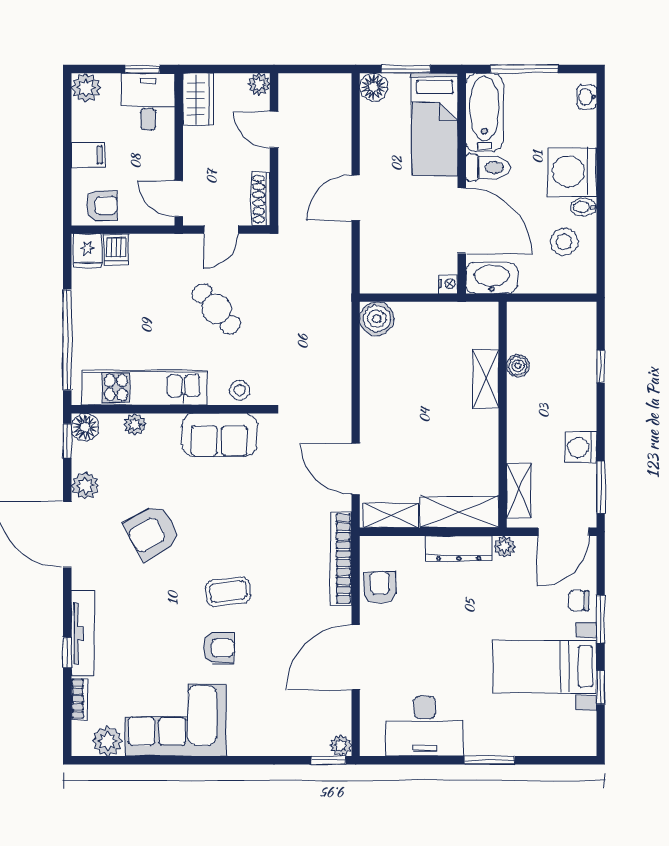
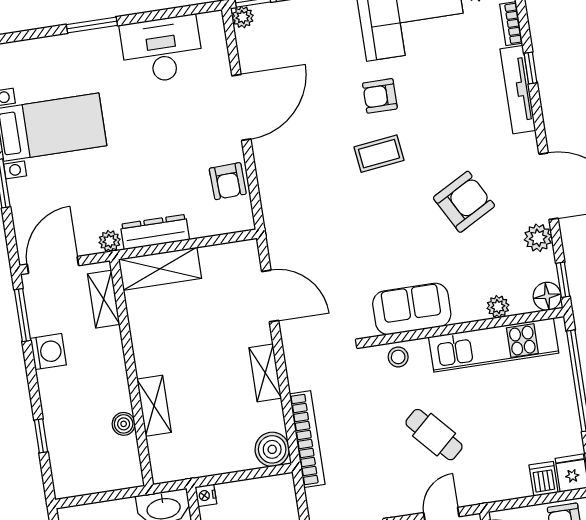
shelving: (391, 515) -> (265, 373), moved, turned 90
bookcase: (341, 559) -> (307, 439), moved
chair: (579, 601) -> (27, 198), removed

